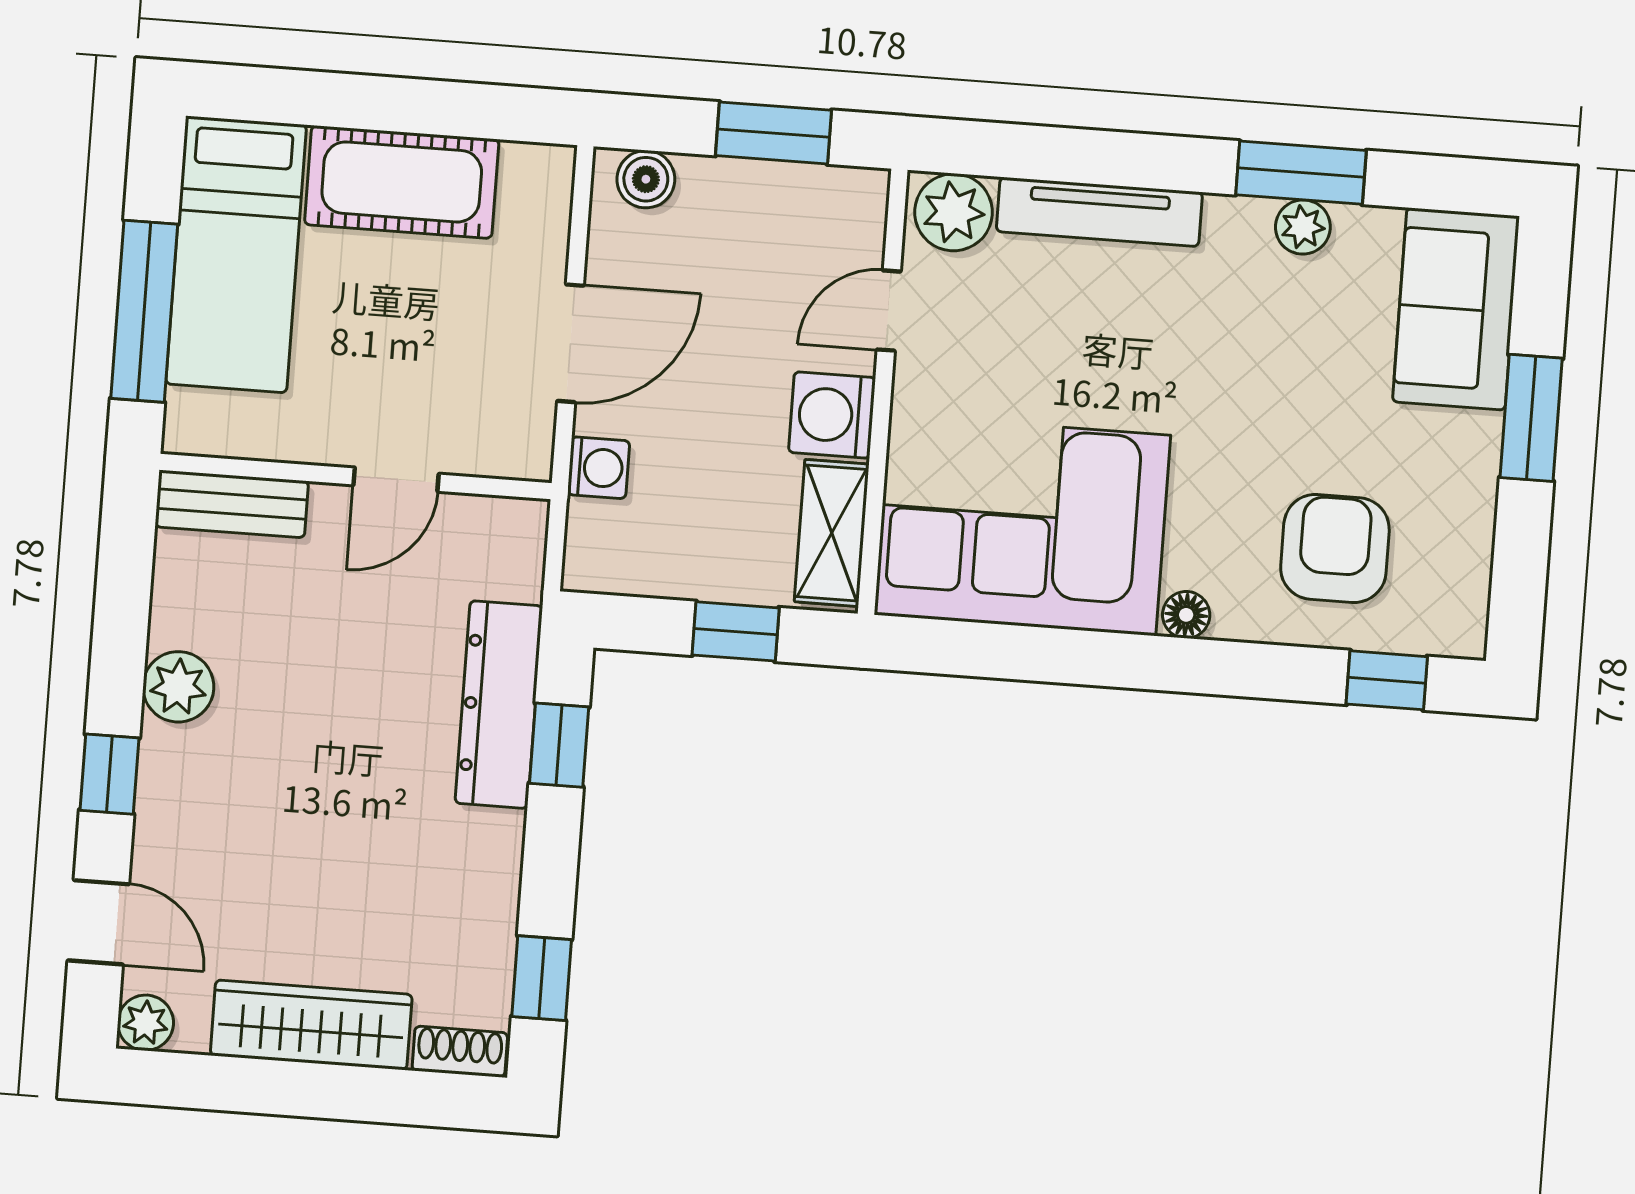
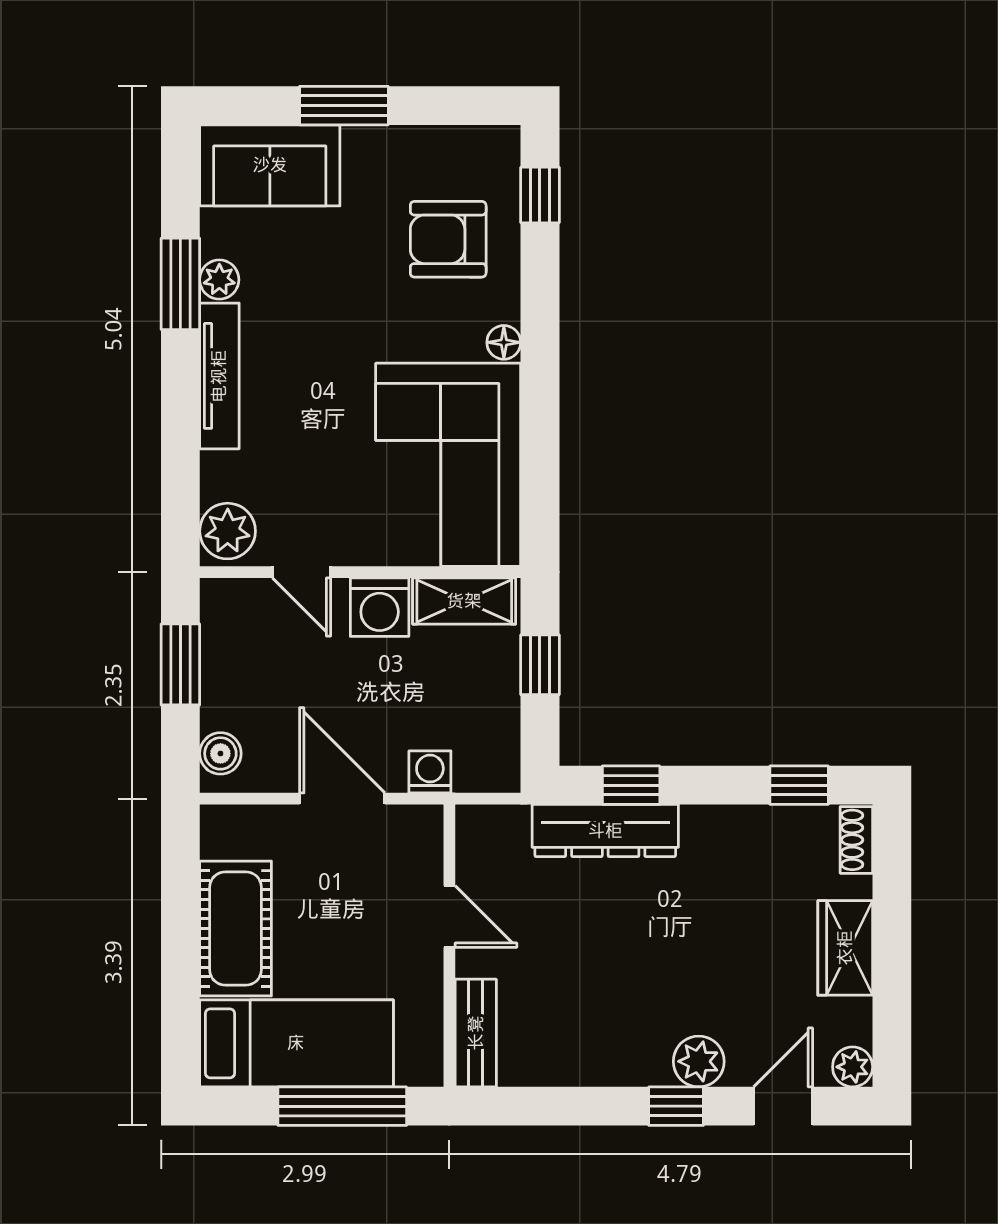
tv unit: (1099, 212) -> (219, 376), moved
plant: (178, 687) -> (699, 1061), moved
wardrobe: (311, 1025) -> (845, 948), width x0.67

